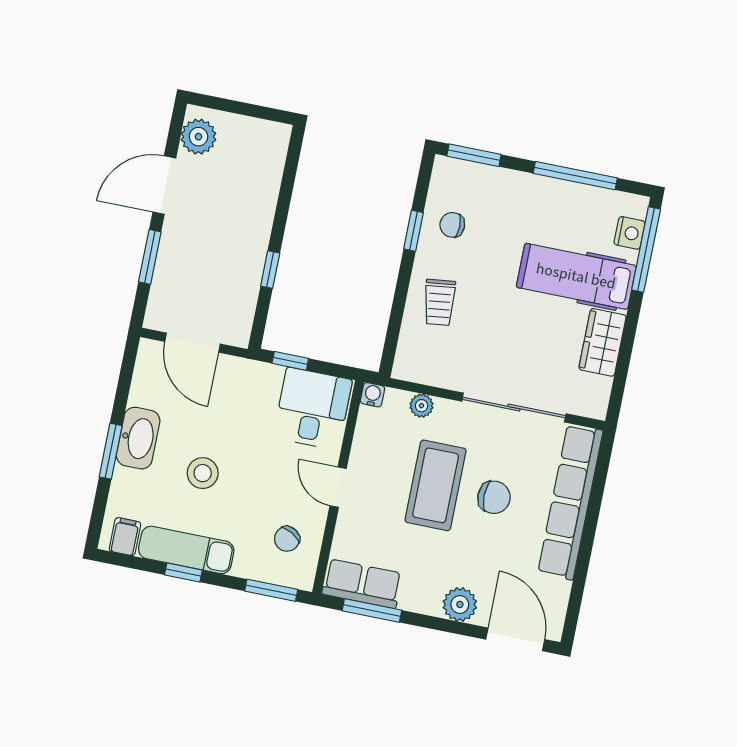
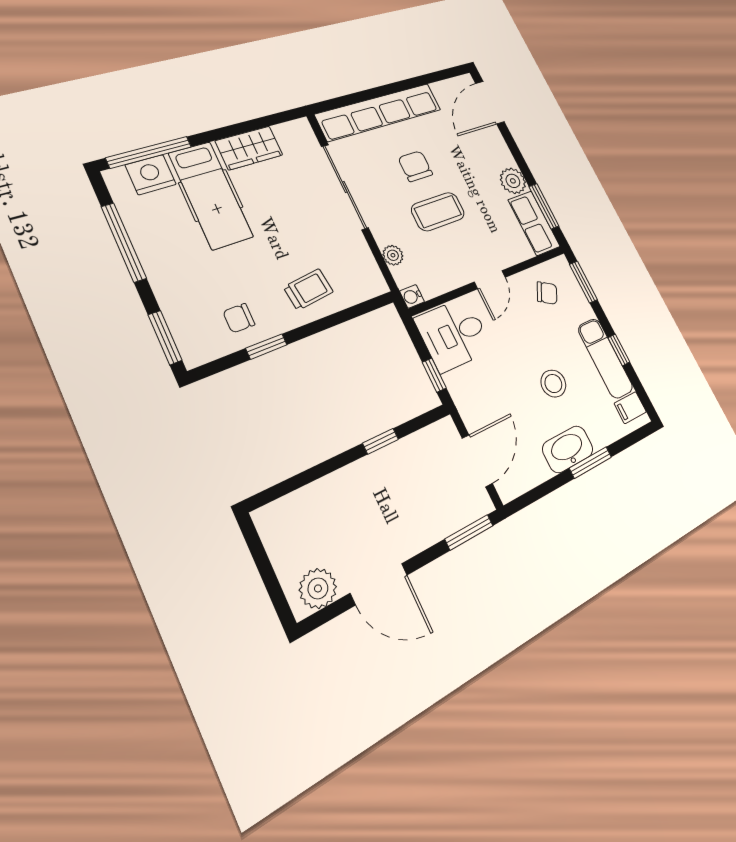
chair: (452, 225) -> (239, 318), turned 90
nightstand: (630, 233) -> (151, 175), width x1.36, depth x1.33
window: (150, 257) -> (469, 532), moved
coffee table: (436, 485) -> (438, 212), width x0.73, depth x0.76
plant: (460, 604) -> (513, 181), moved

